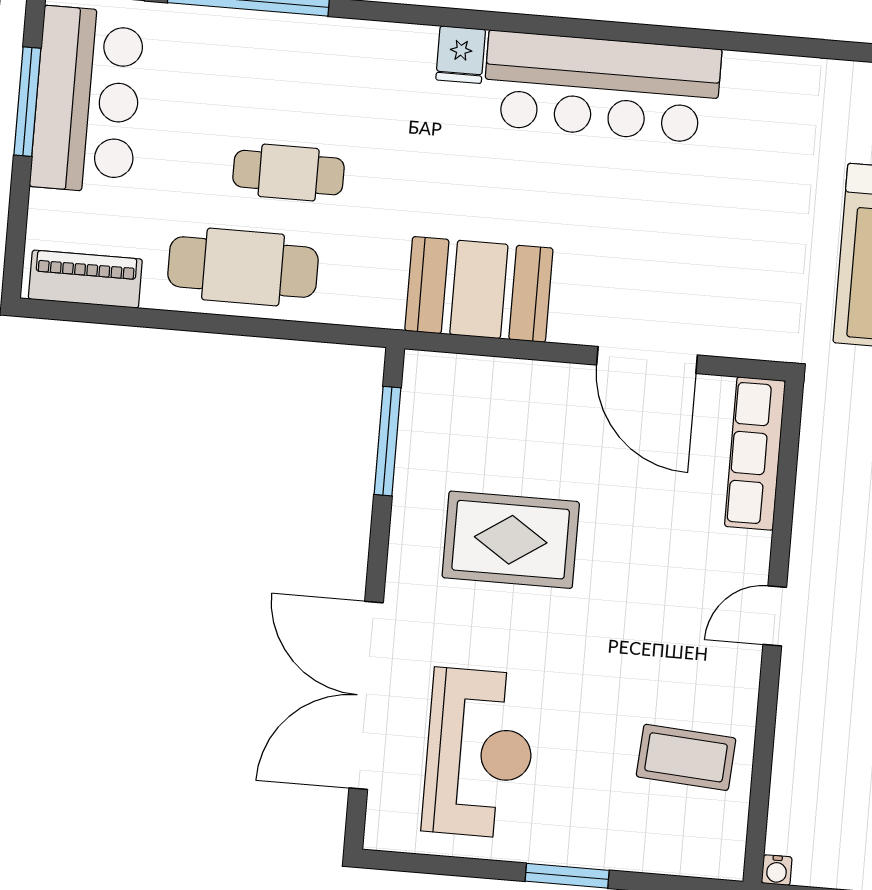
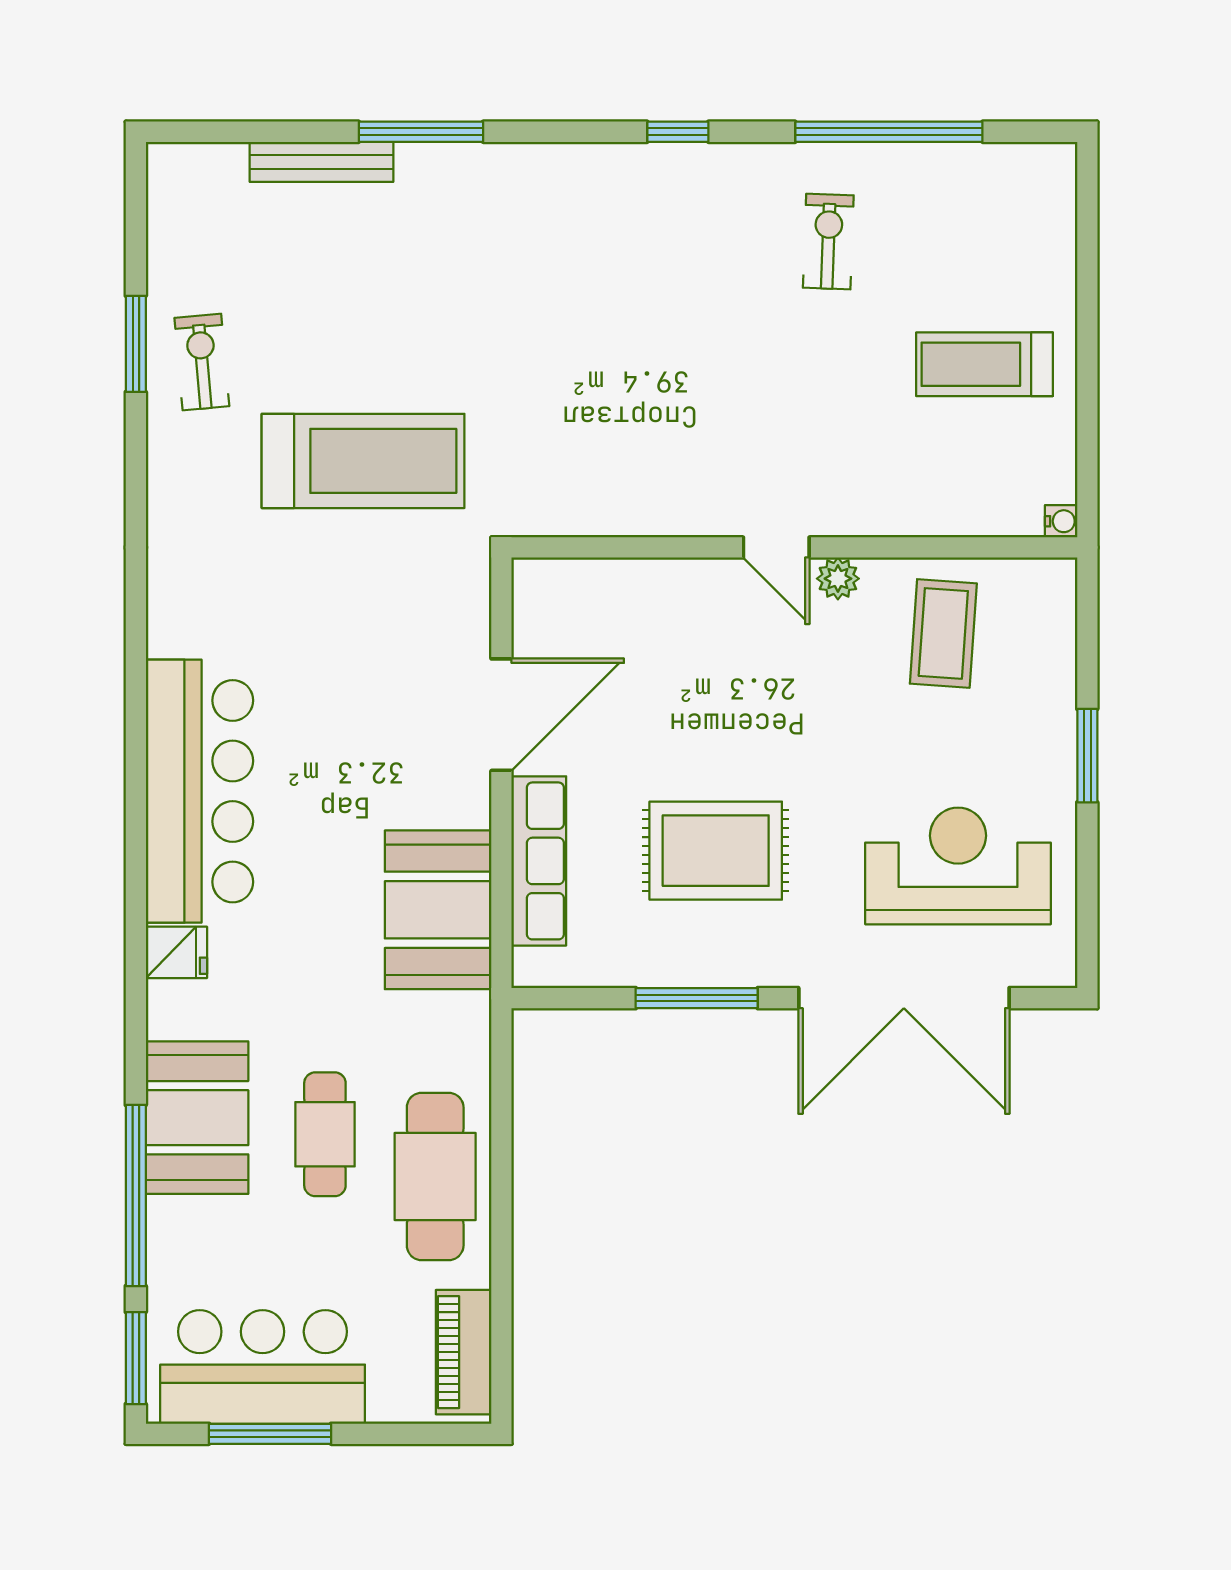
booth: (313, 61) -> (197, 1118), added
window: (387, 441) -> (697, 998), moved
row of seats: (755, 453) -> (539, 861), moved, turned -90
rug: (511, 540) -> (716, 851), turned 90
plant: (743, 668) -> (838, 579), added

